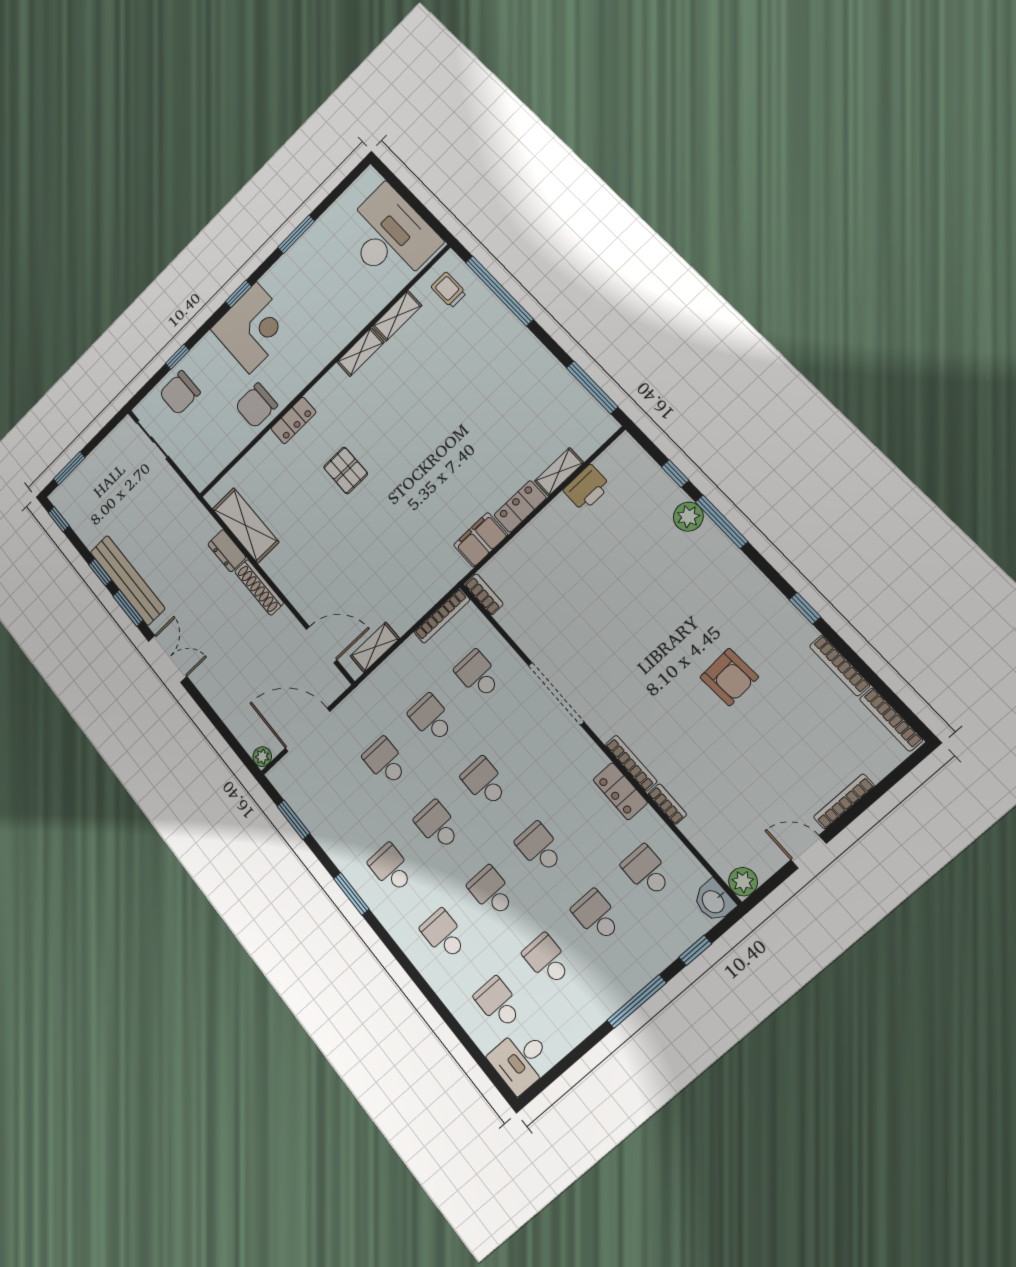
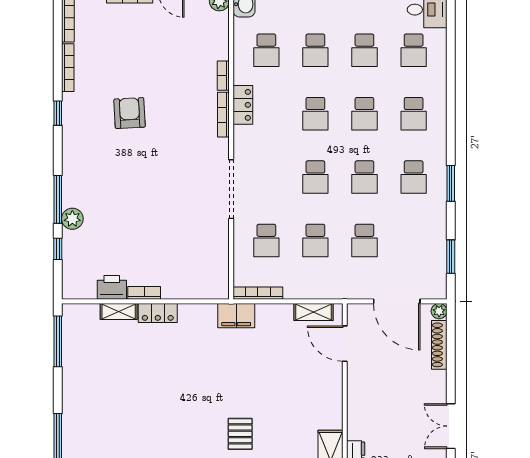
filing cabinet: (481, 540) -> (236, 316), moved
shoe rack: (259, 587) -> (439, 345), moved, turned 180
bookcase: (484, 594) -> (144, 293), moved, turned 90

